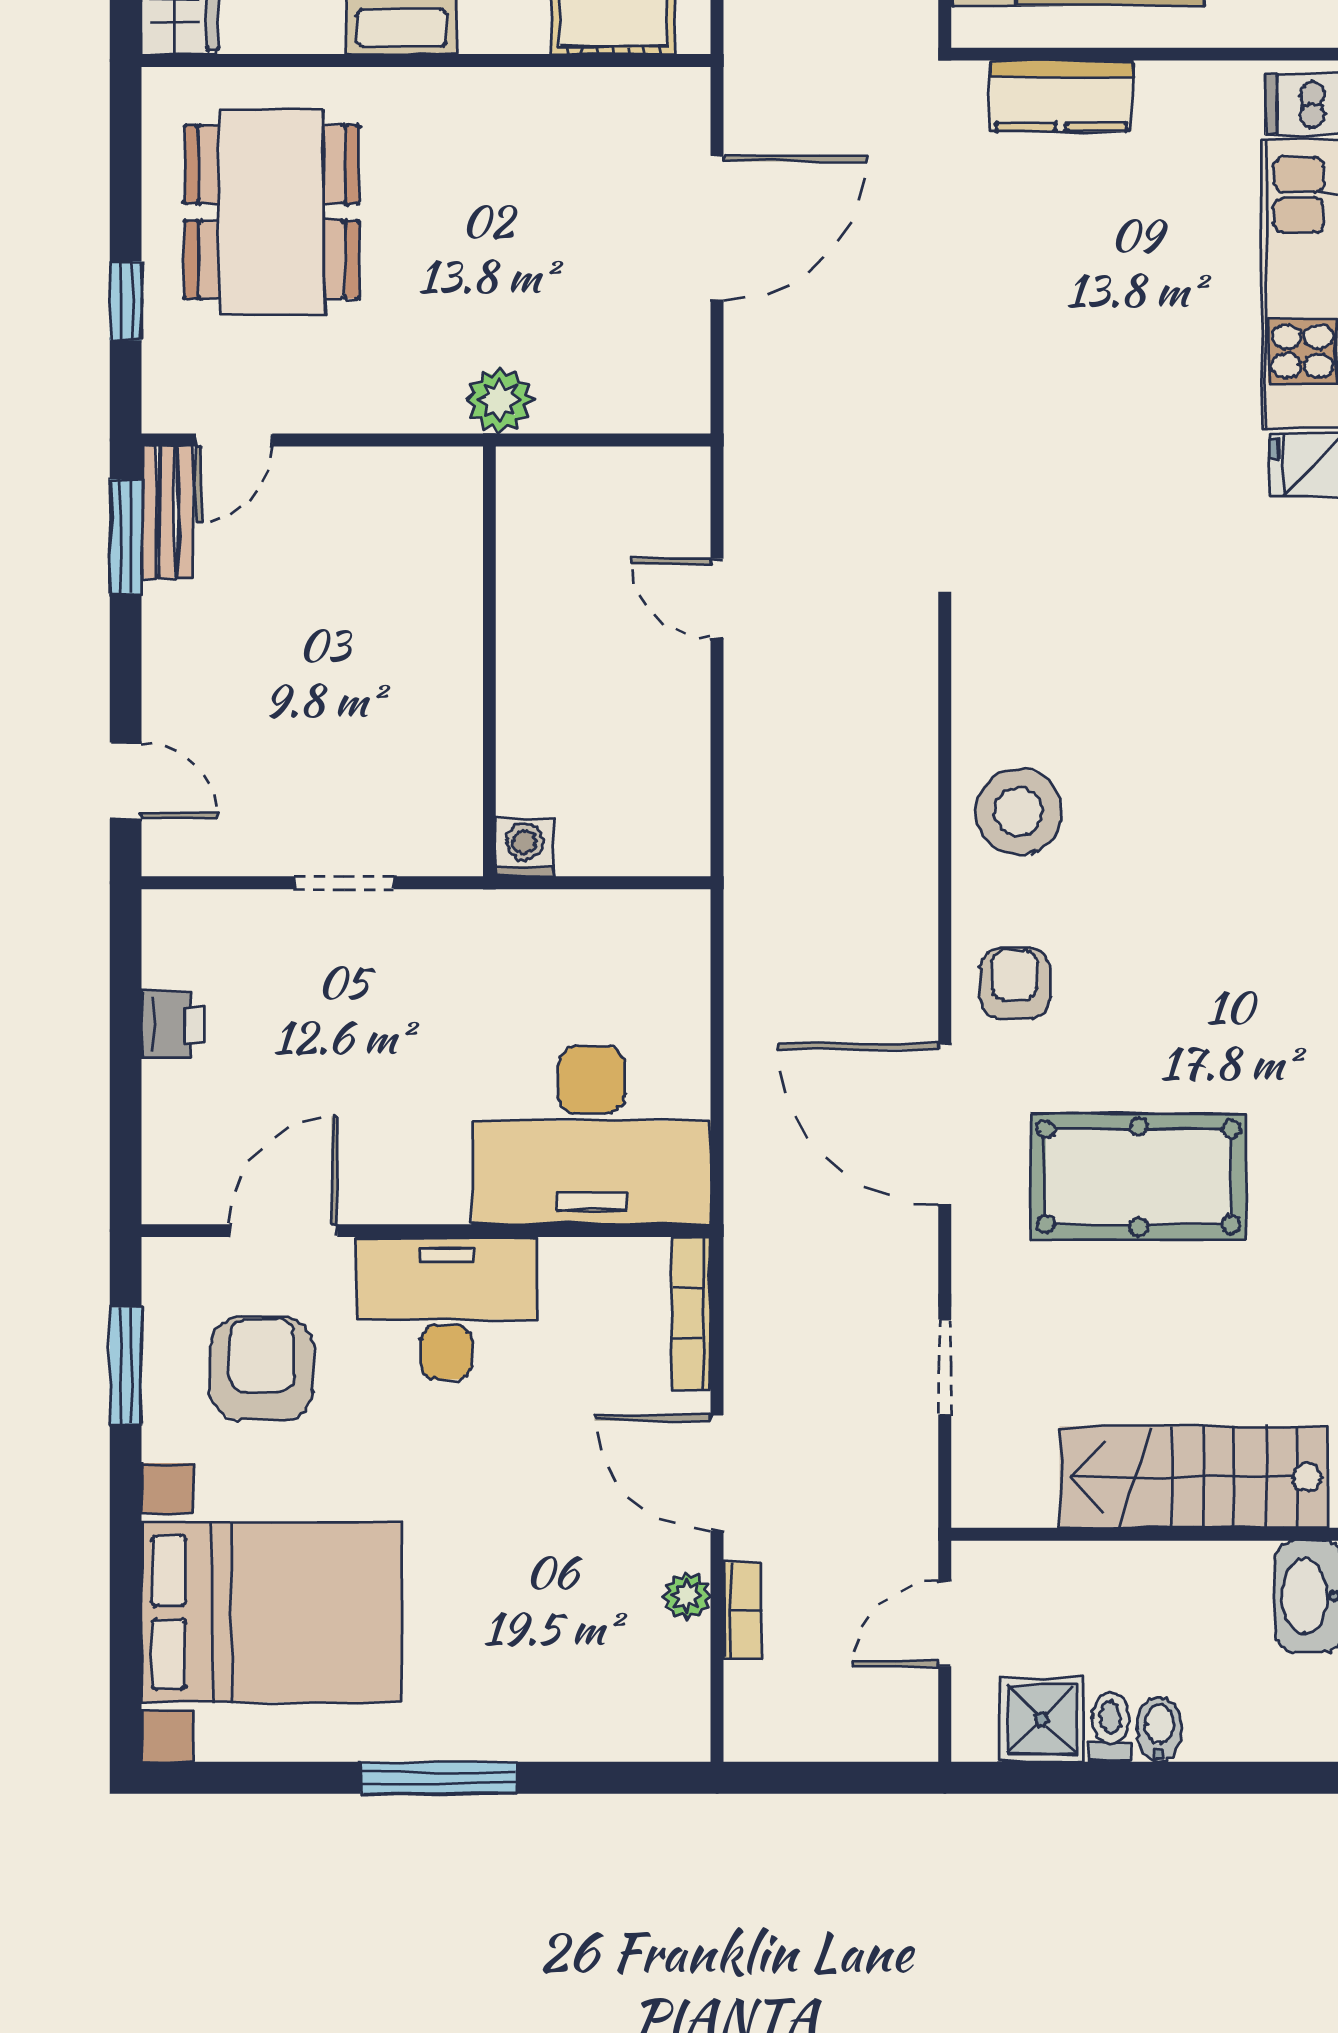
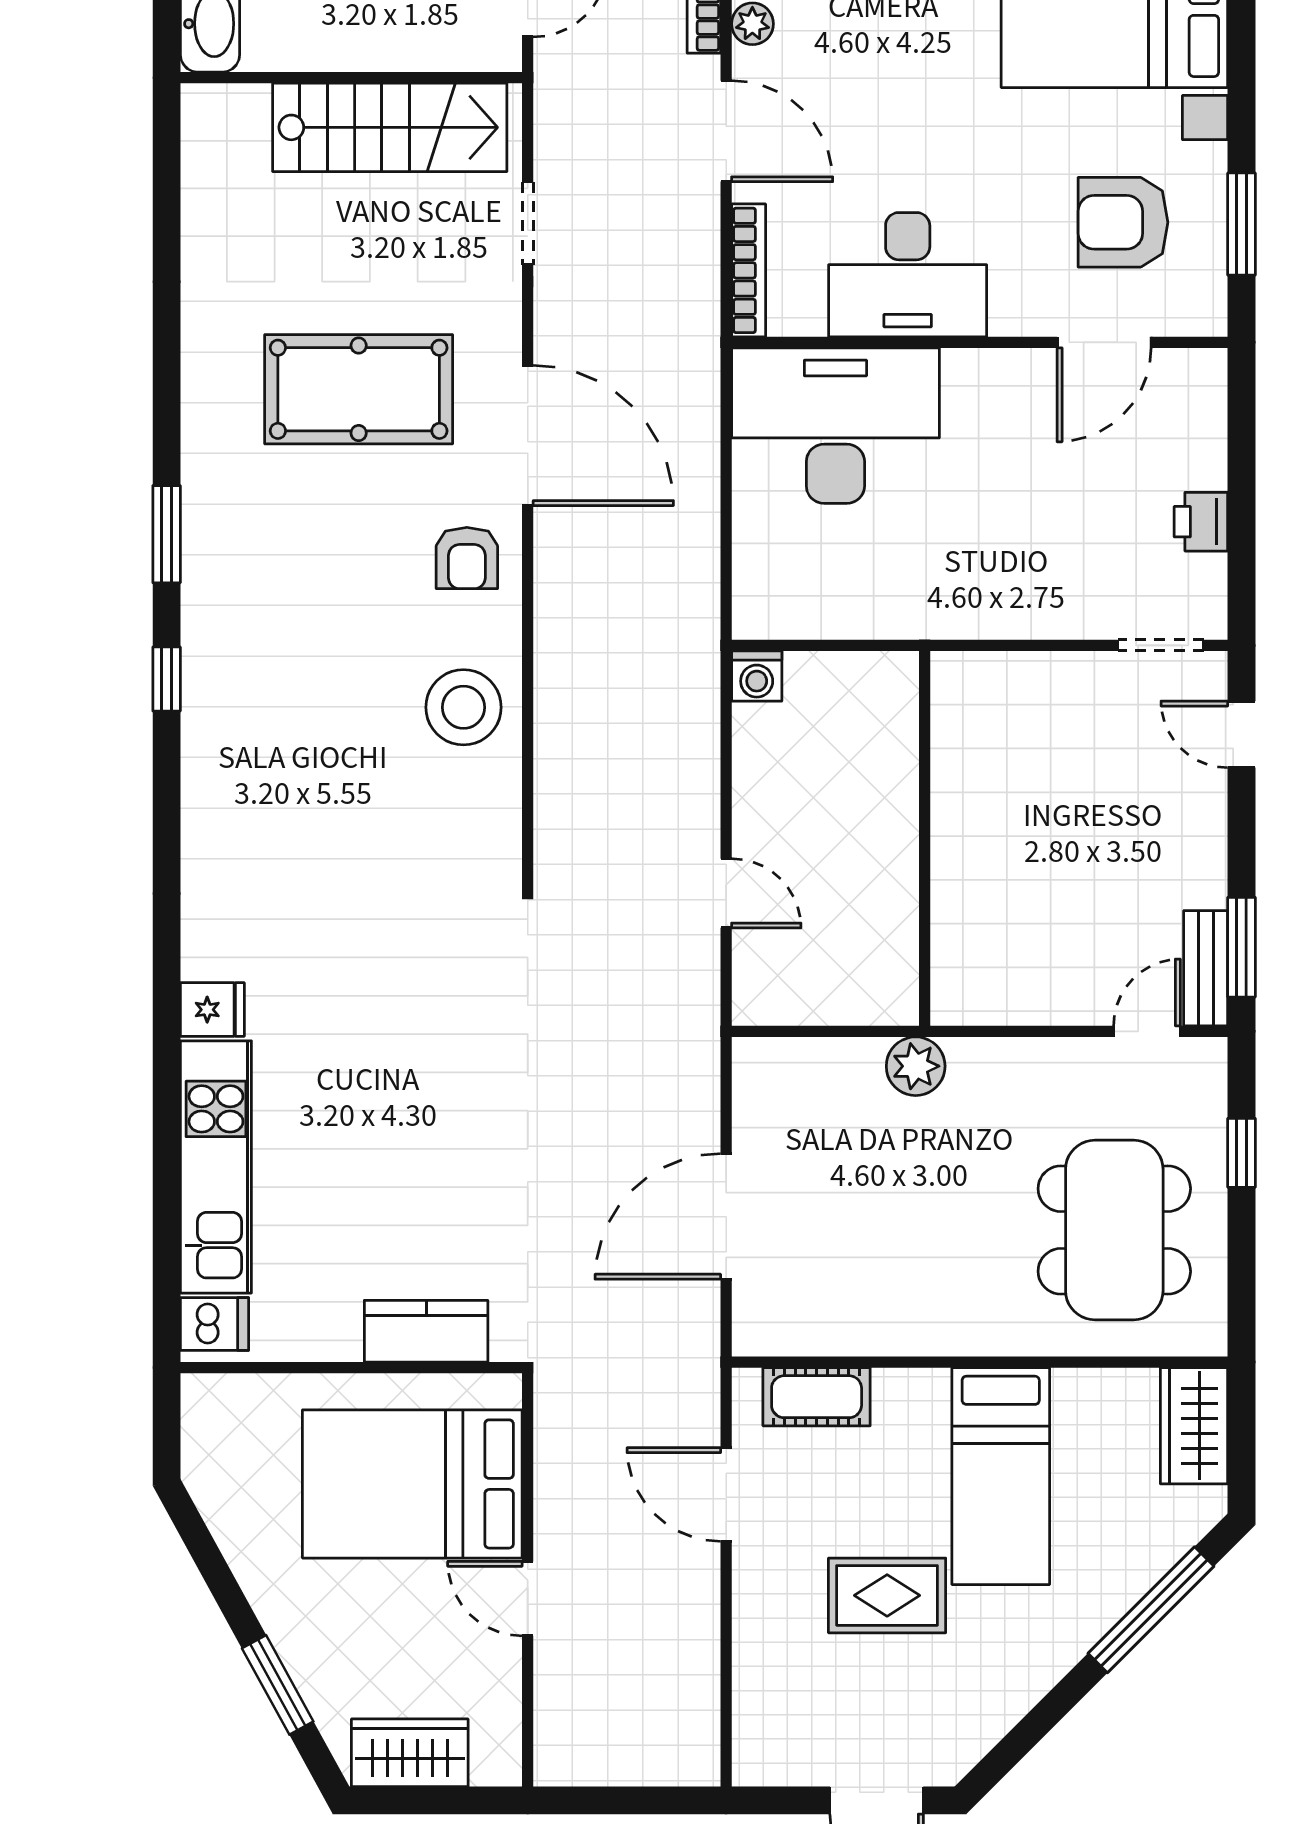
washing machine: (524, 848) -> (757, 676), moved
doorway: (344, 883) -> (1161, 645), moved
desk: (447, 1308) -> (908, 275), moved
armchair: (262, 1368) -> (1123, 222), turned 90
stairs: (1194, 1477) -> (390, 127), moved

